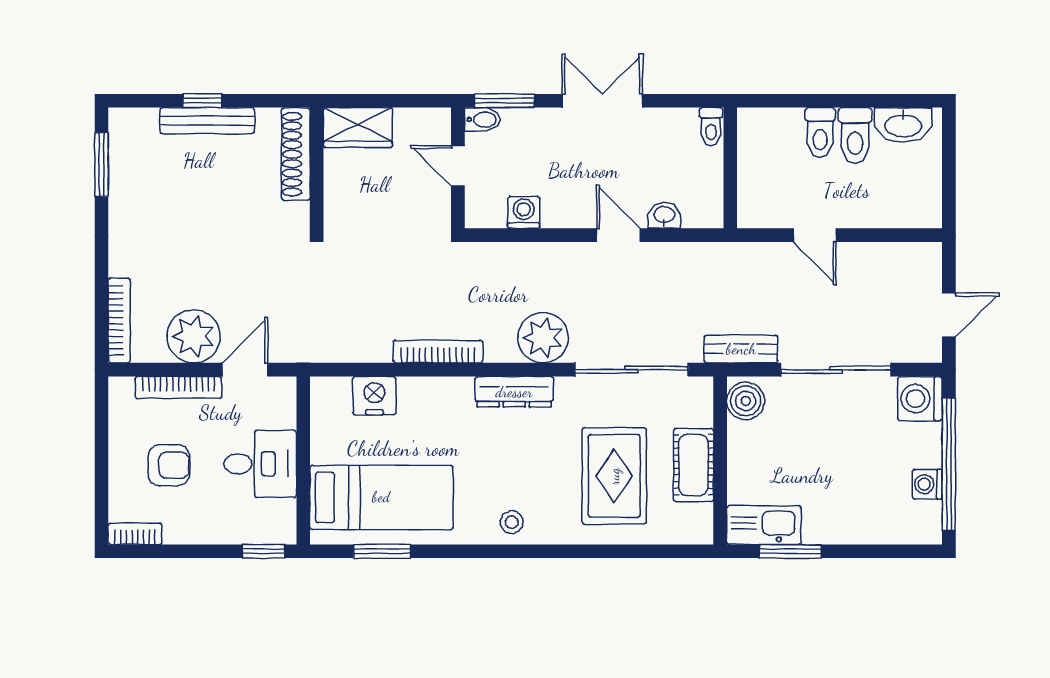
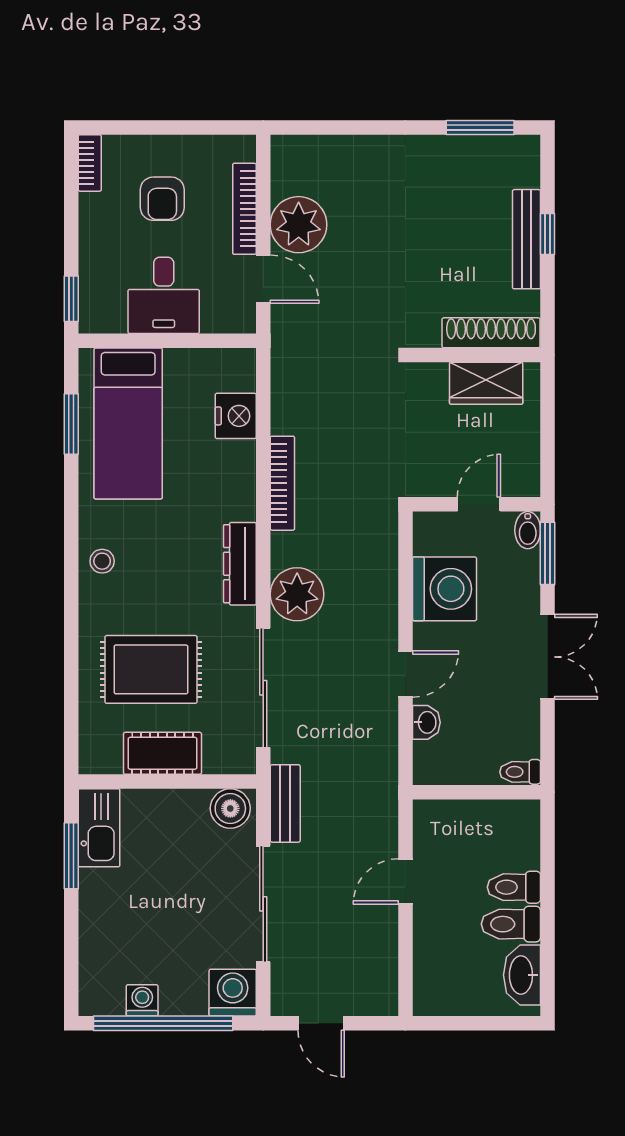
wardrobe: (358, 127) -> (486, 383), moved, turned -90
washing machine: (524, 212) -> (444, 589), width x1.89, depth x1.89
bookcase: (119, 321) -> (315, 146), removed

